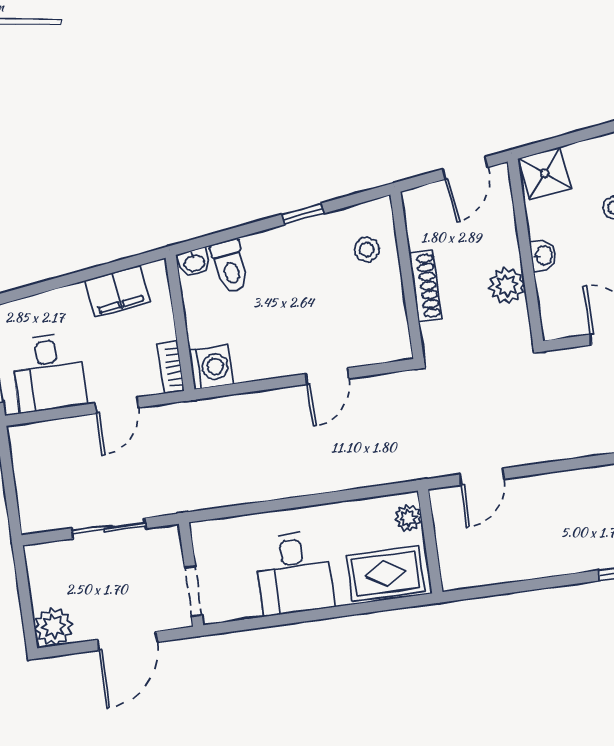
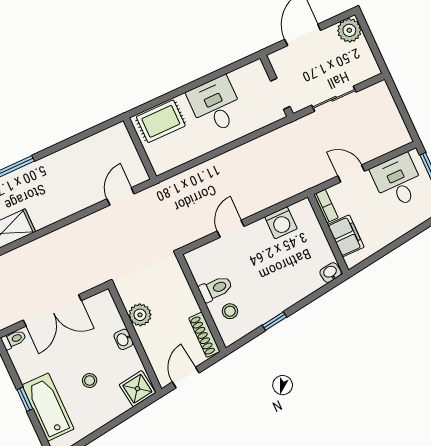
toilet: (230, 266) -> (216, 289), moved, turned 98
shoe rack: (425, 286) -> (204, 335), moved
filing cabinet: (117, 291) -> (346, 236), moved, turned 98
washing machine: (211, 367) -> (281, 223), moved, turned -90
door: (117, 405) -> (351, 174), hinge flipped
plant: (408, 518) -> (157, 159), removed
doorway: (193, 591) -> (280, 94), moved

